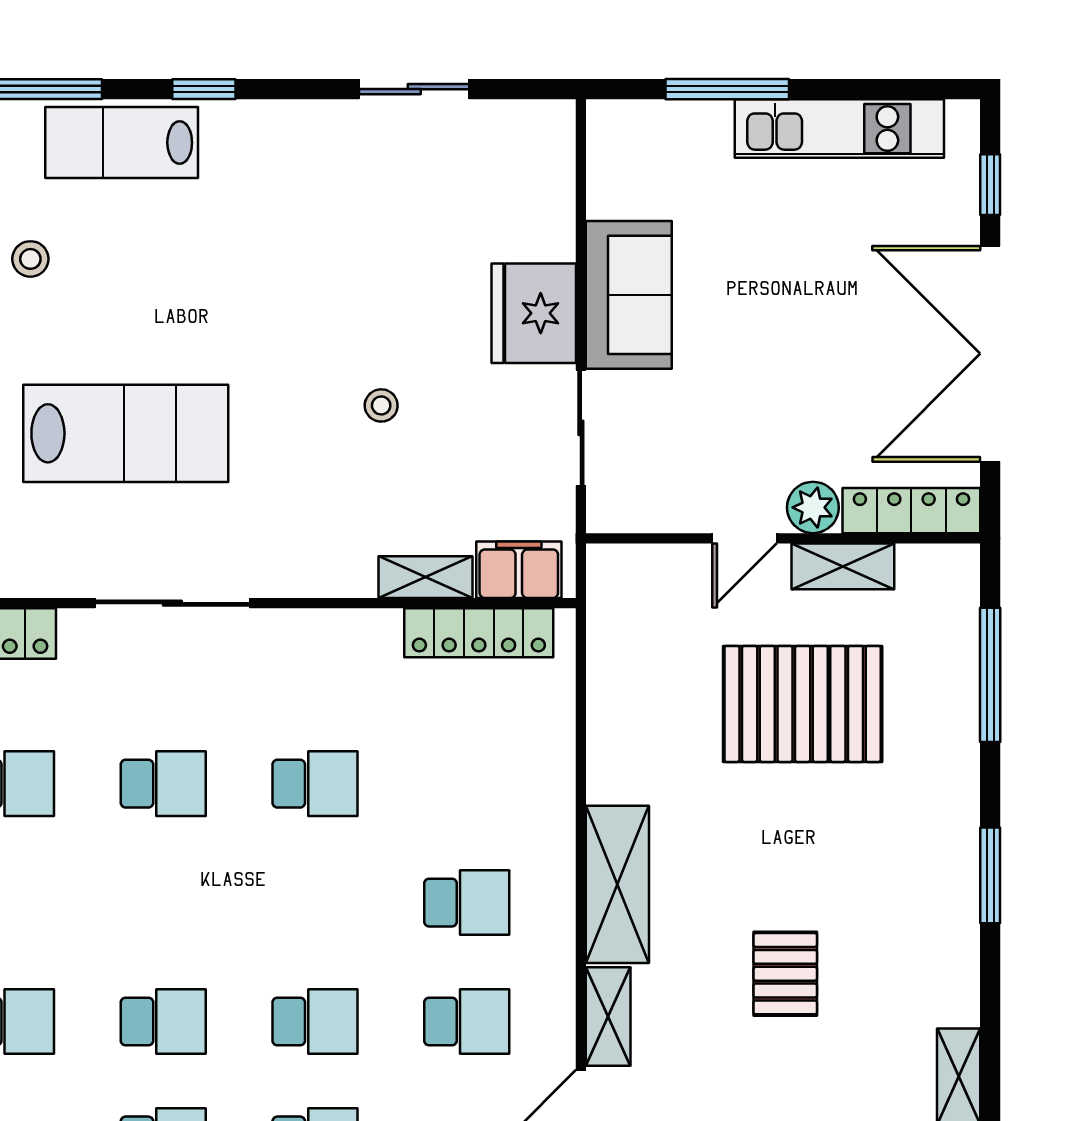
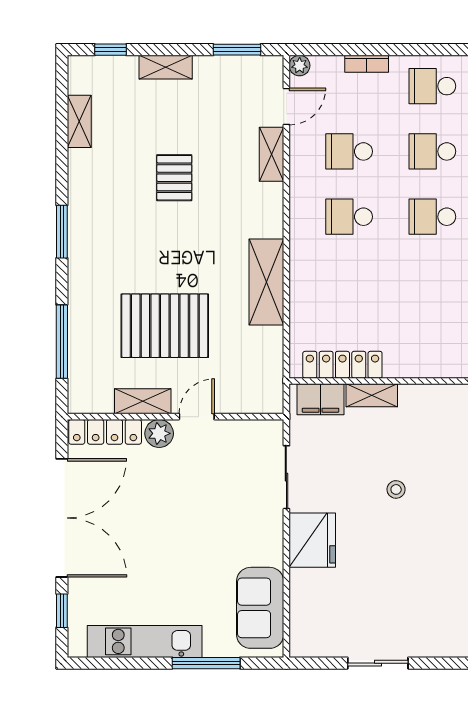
sofa: (629, 295) -> (260, 608), moved
school desk: (315, 784) -> (432, 217), moved
shelving: (617, 884) -> (266, 282), moved

